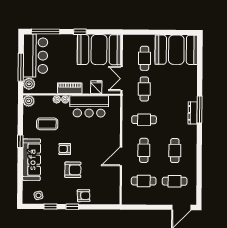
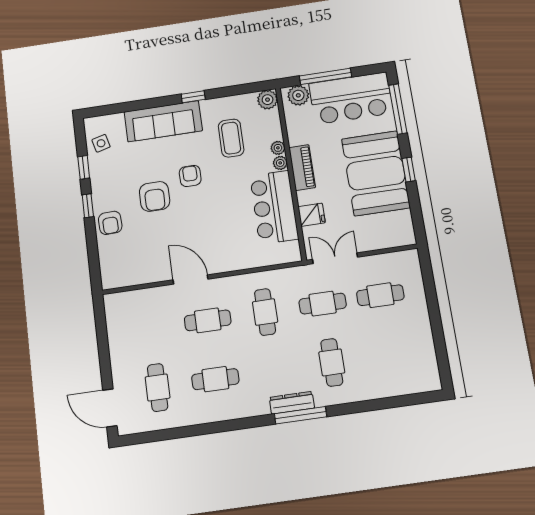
booth: (99, 50) -> (376, 173), moved
booth: (176, 50) -> (407, 353), removed
cafe table: (144, 181) -> (332, 362), moved

